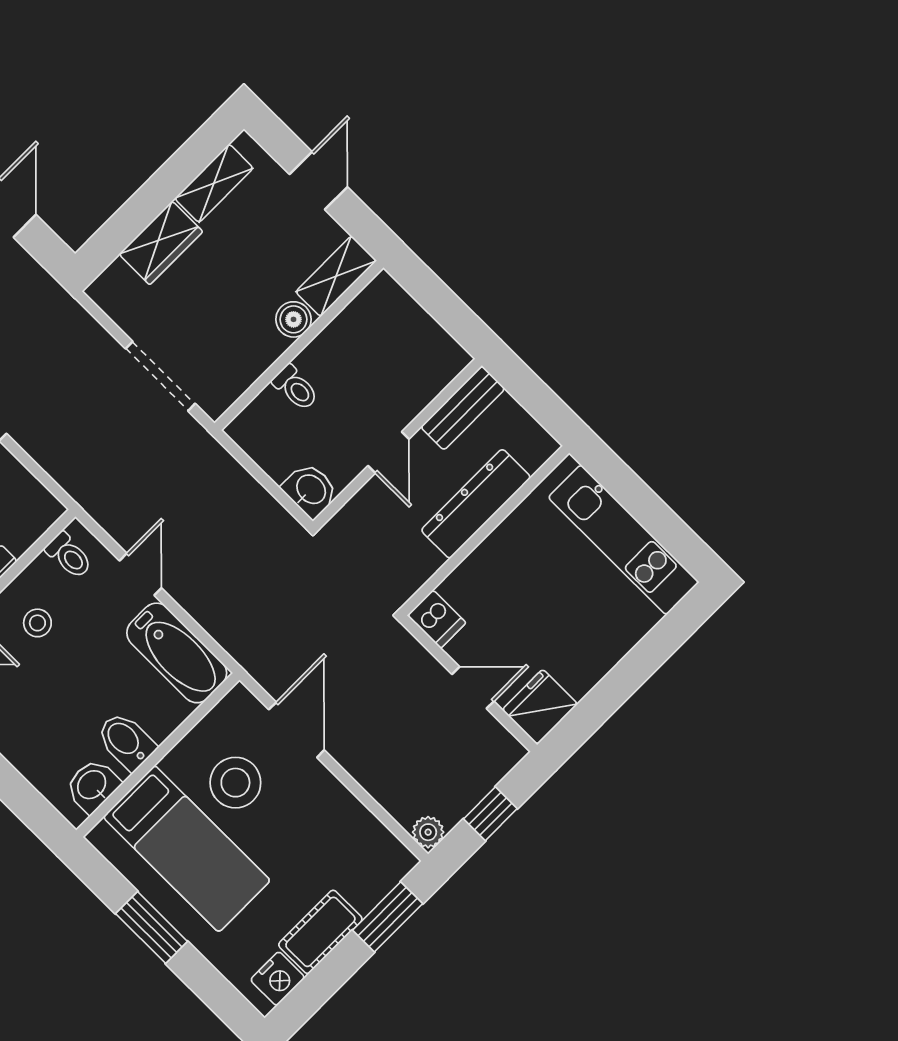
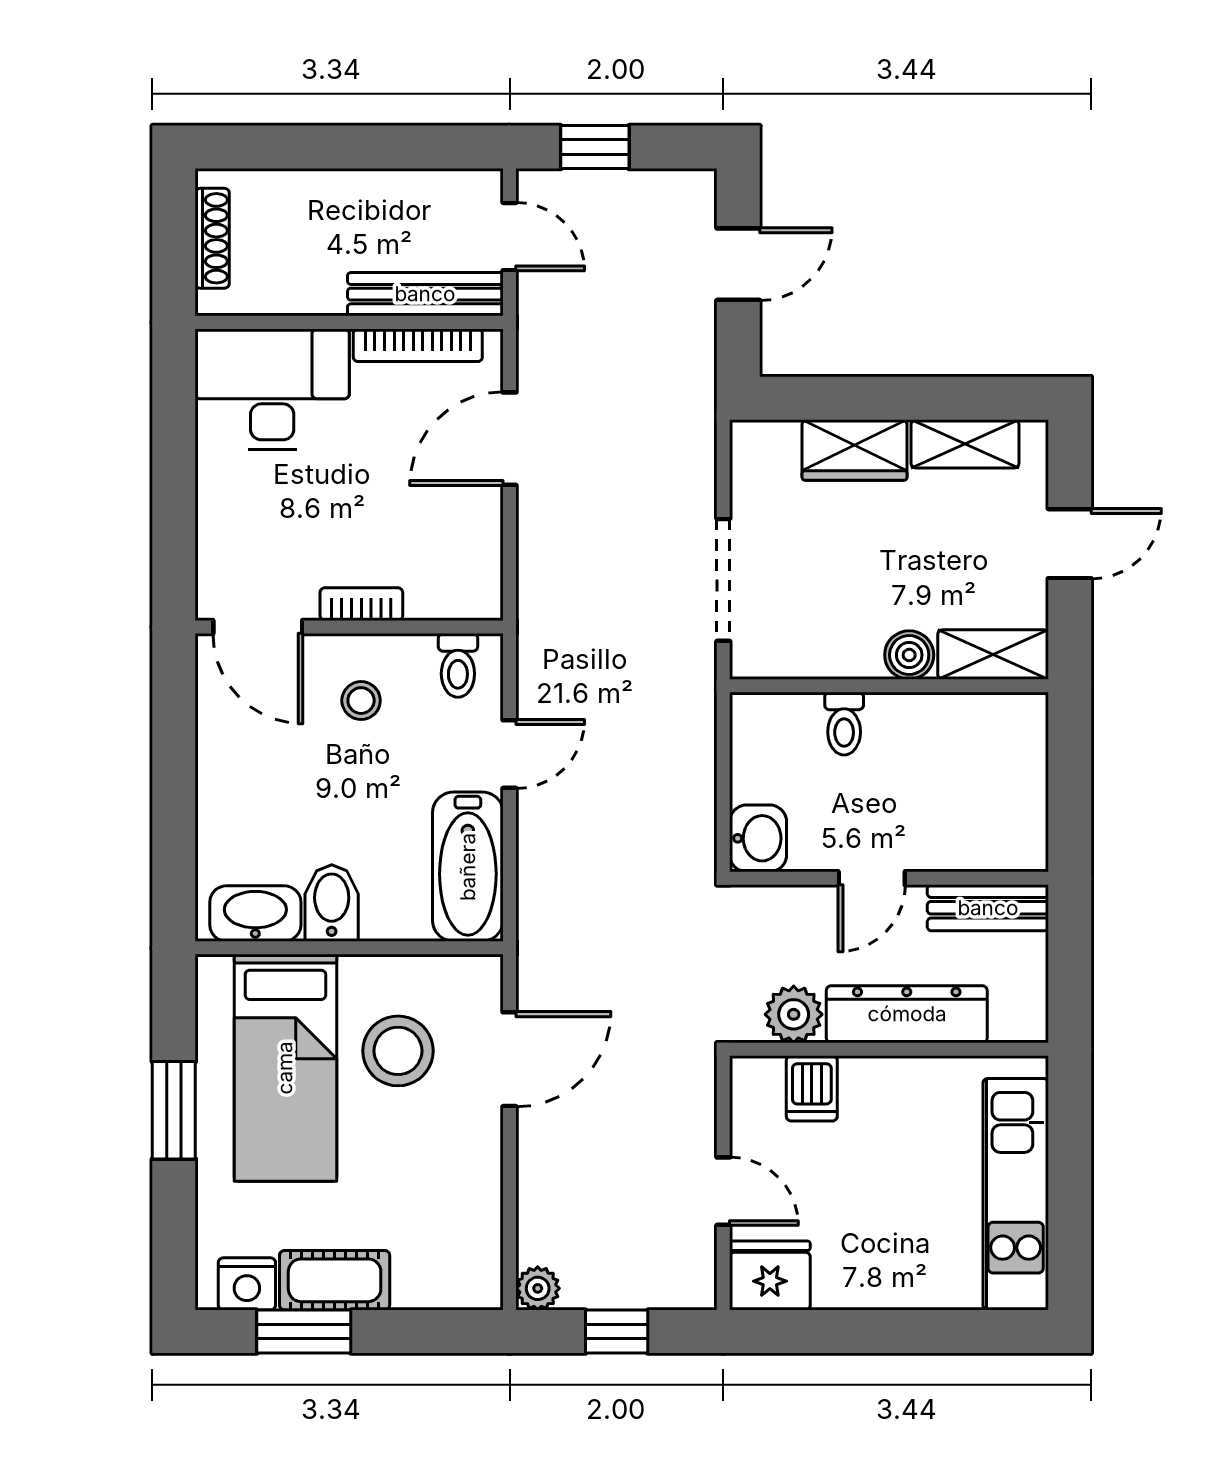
plant: (418, 562) -> (794, 1014), added
dishwasher: (437, 619) -> (812, 1088), moved
washbasin: (92, 786) -> (255, 914), width x1.38
window: (388, 917) -> (304, 1332), moved

